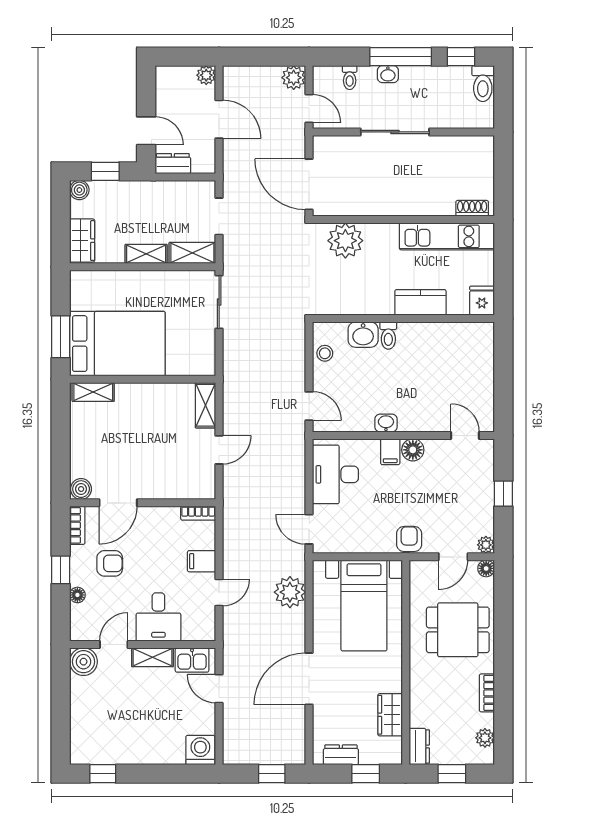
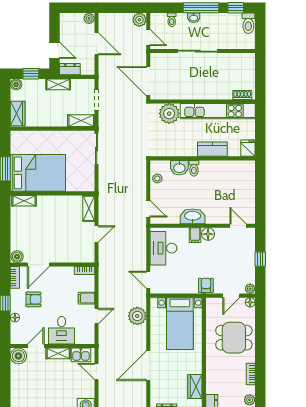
kitchen unit: (447, 236) -> (218, 111), width x1.36
shelving: (146, 254) -> (58, 84), moved
washbasin: (386, 423) -> (193, 216), width x1.91, depth x1.45

